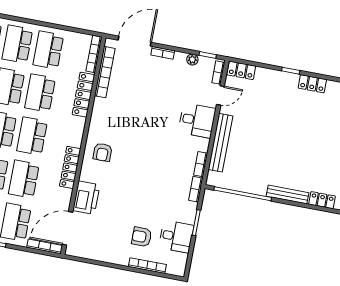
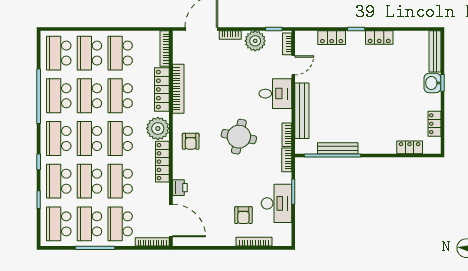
plant: (192, 60) -> (255, 41), width x1.87, depth x1.87
locker: (241, 70) -> (332, 38), moved
bookcase: (105, 72) -> (178, 89), moved
plant: (72, 133) -> (158, 128), added
round table: (152, 157) -> (239, 137), added
bench: (288, 194) -> (338, 148), moved
printer: (86, 198) -> (180, 188), width x0.53, depth x0.68
door: (68, 228) -> (171, 220), swing flipped
desk: (176, 236) -> (276, 203), width x1.37
armchair: (142, 237) -> (243, 215), turned -90

